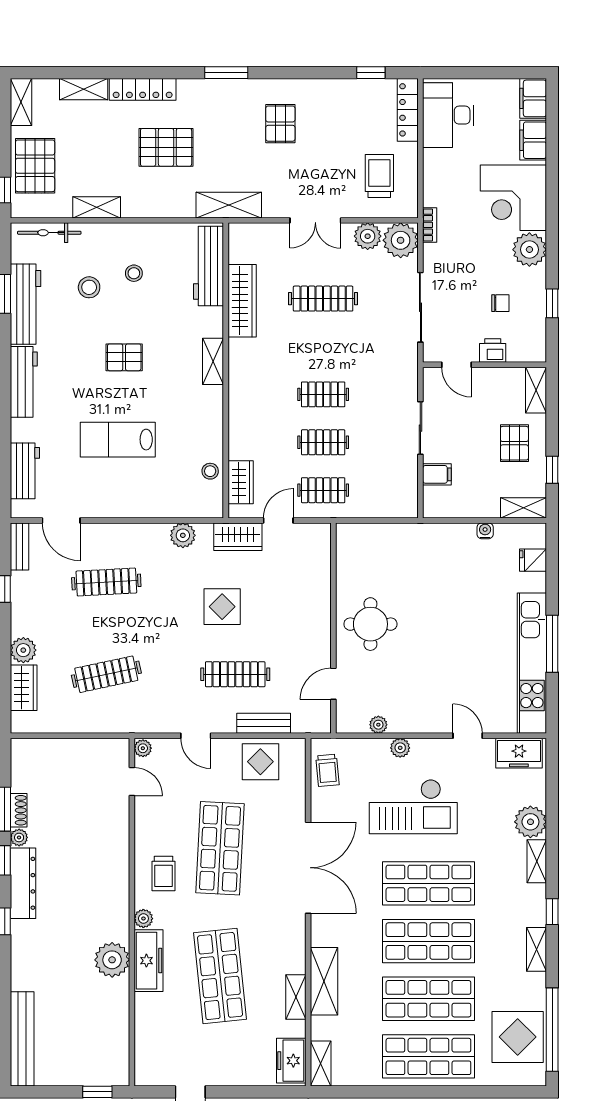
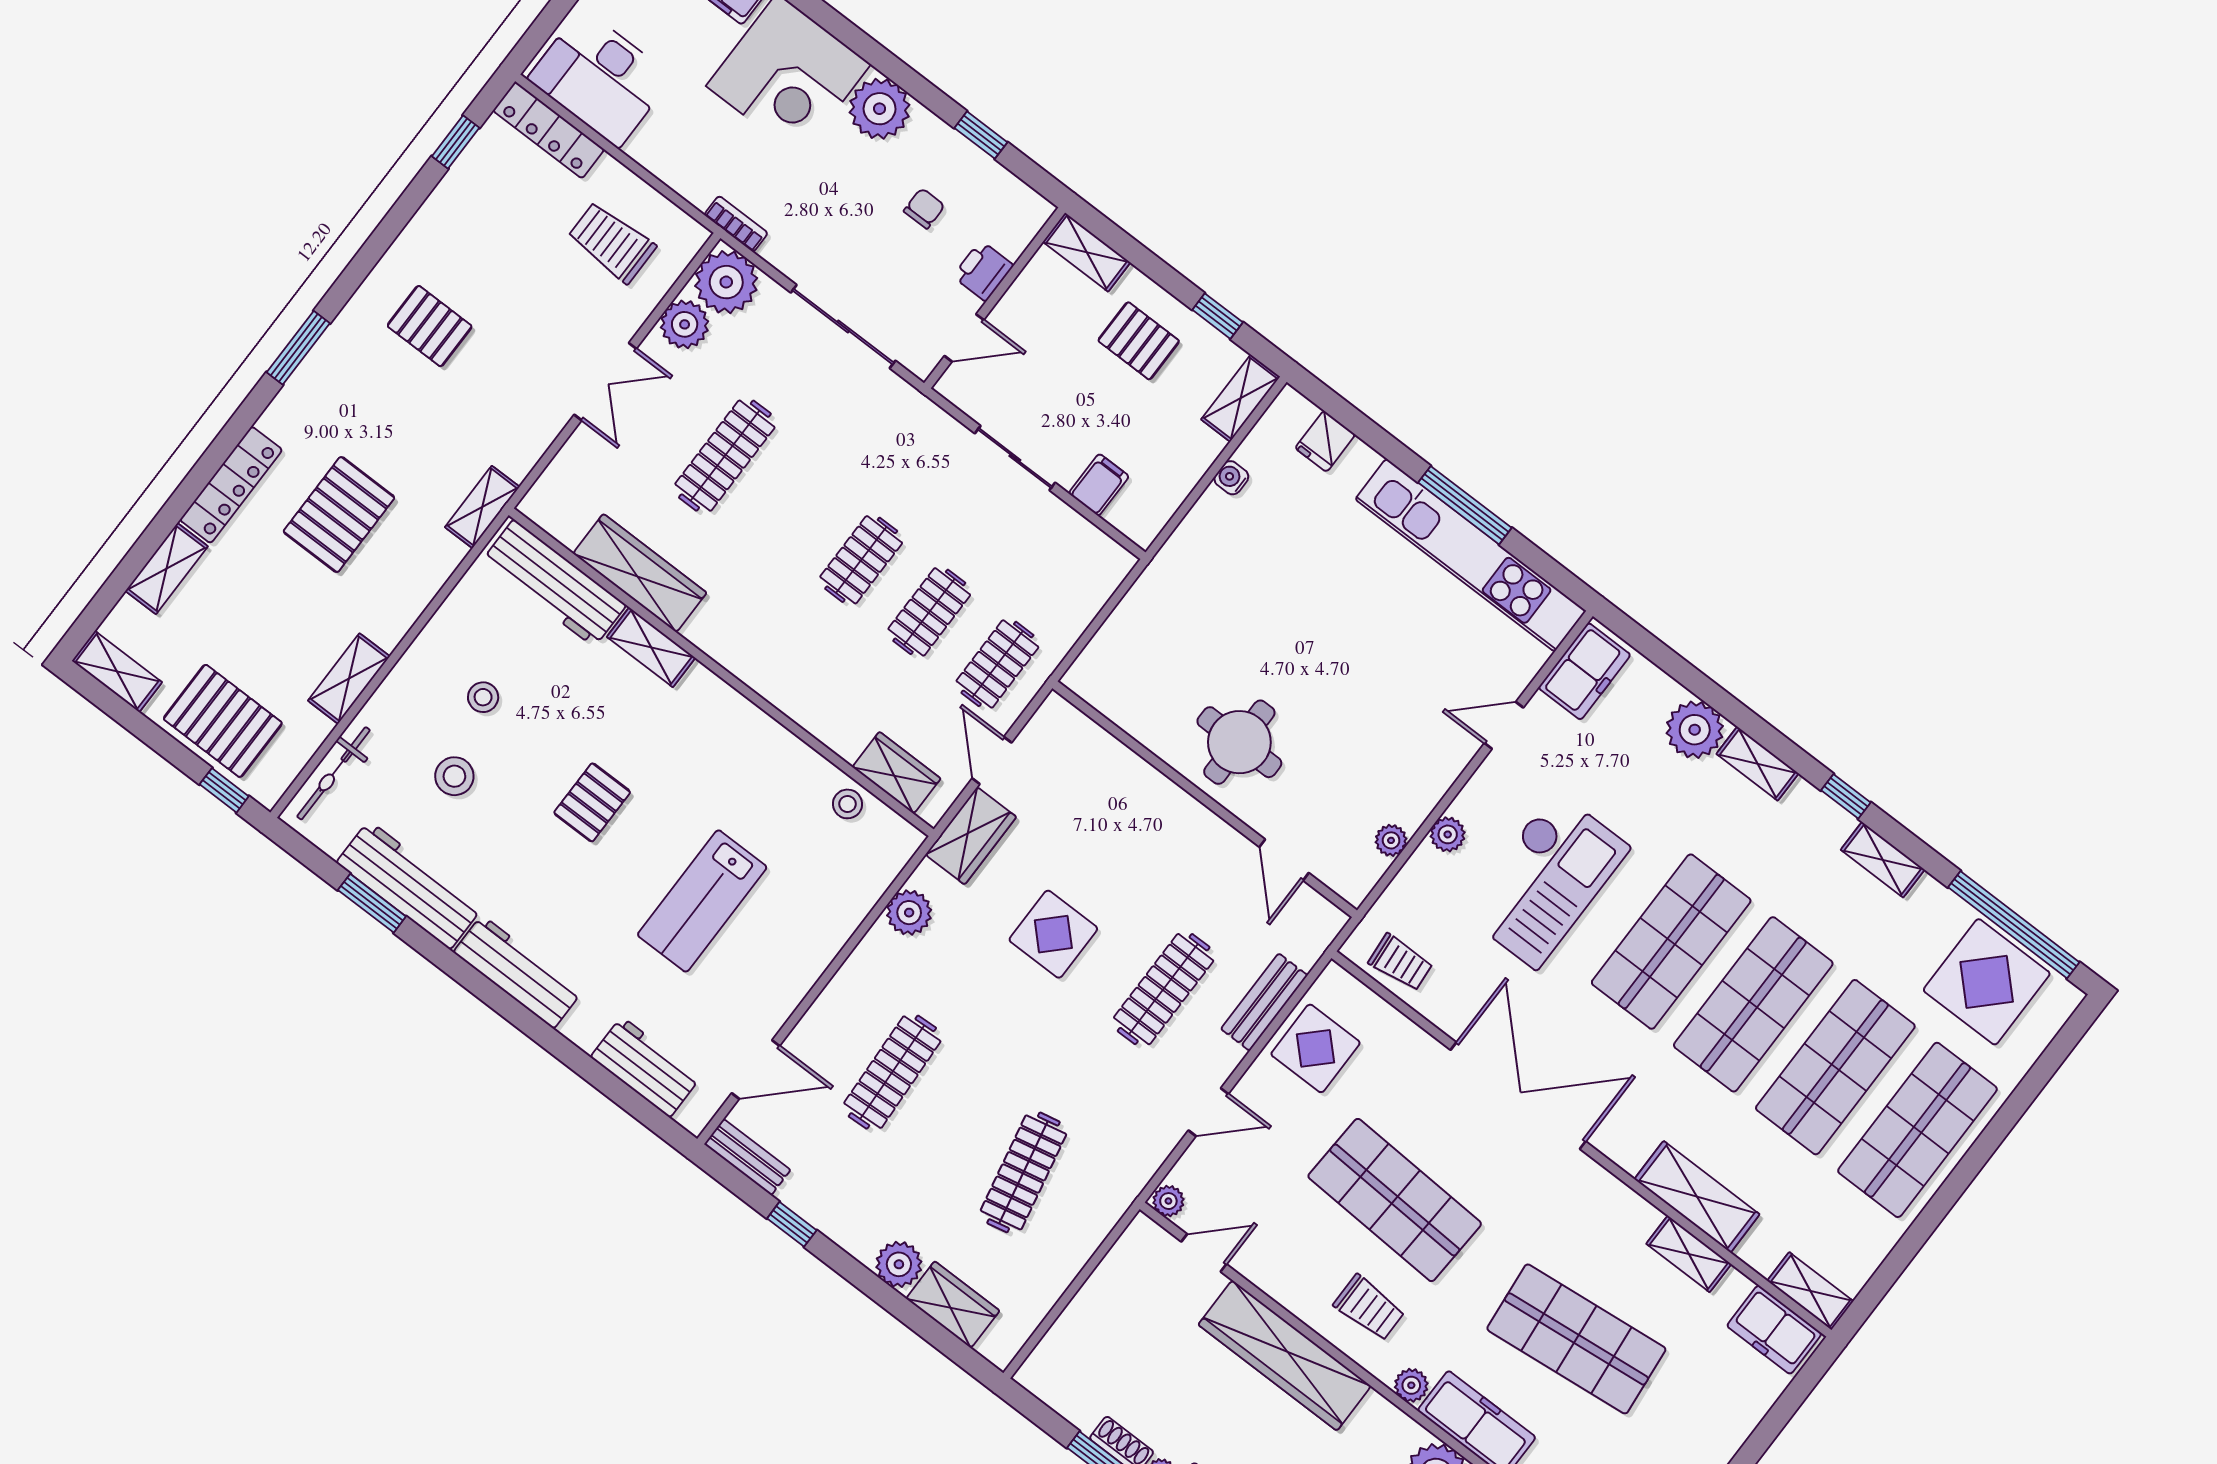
shelving: (229, 205) -> (482, 507), width x0.67, depth x0.75
shelving: (213, 361) -> (651, 647), moved
wardrobe: (114, 852) -> (1285, 1355), added

